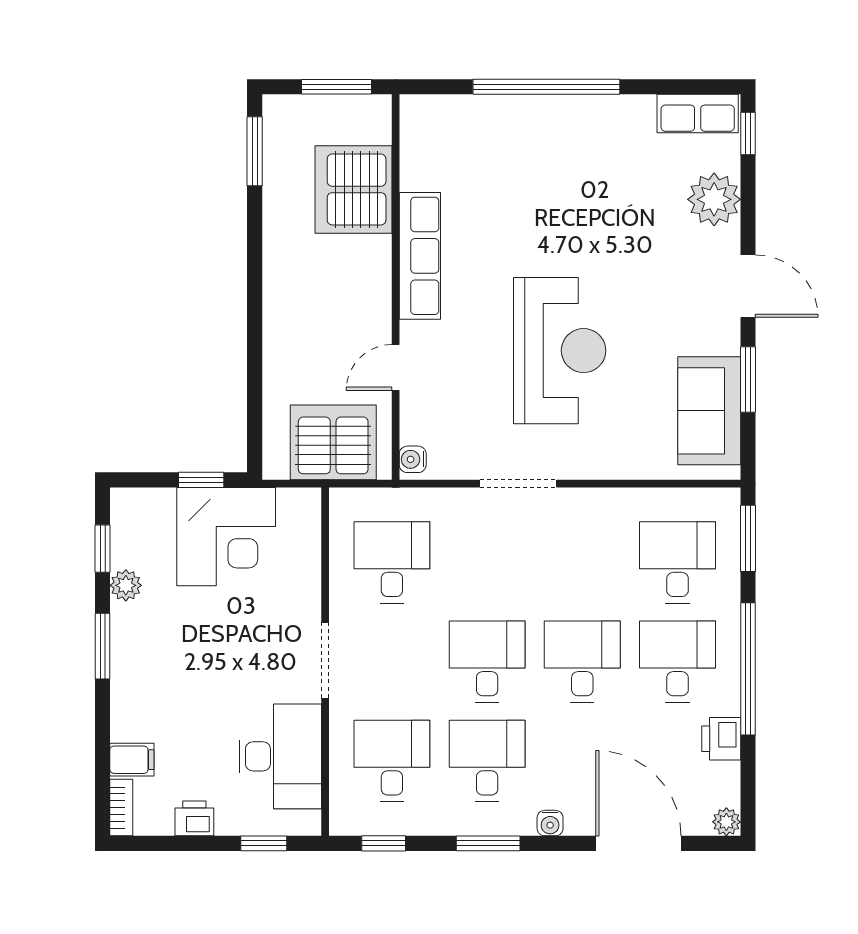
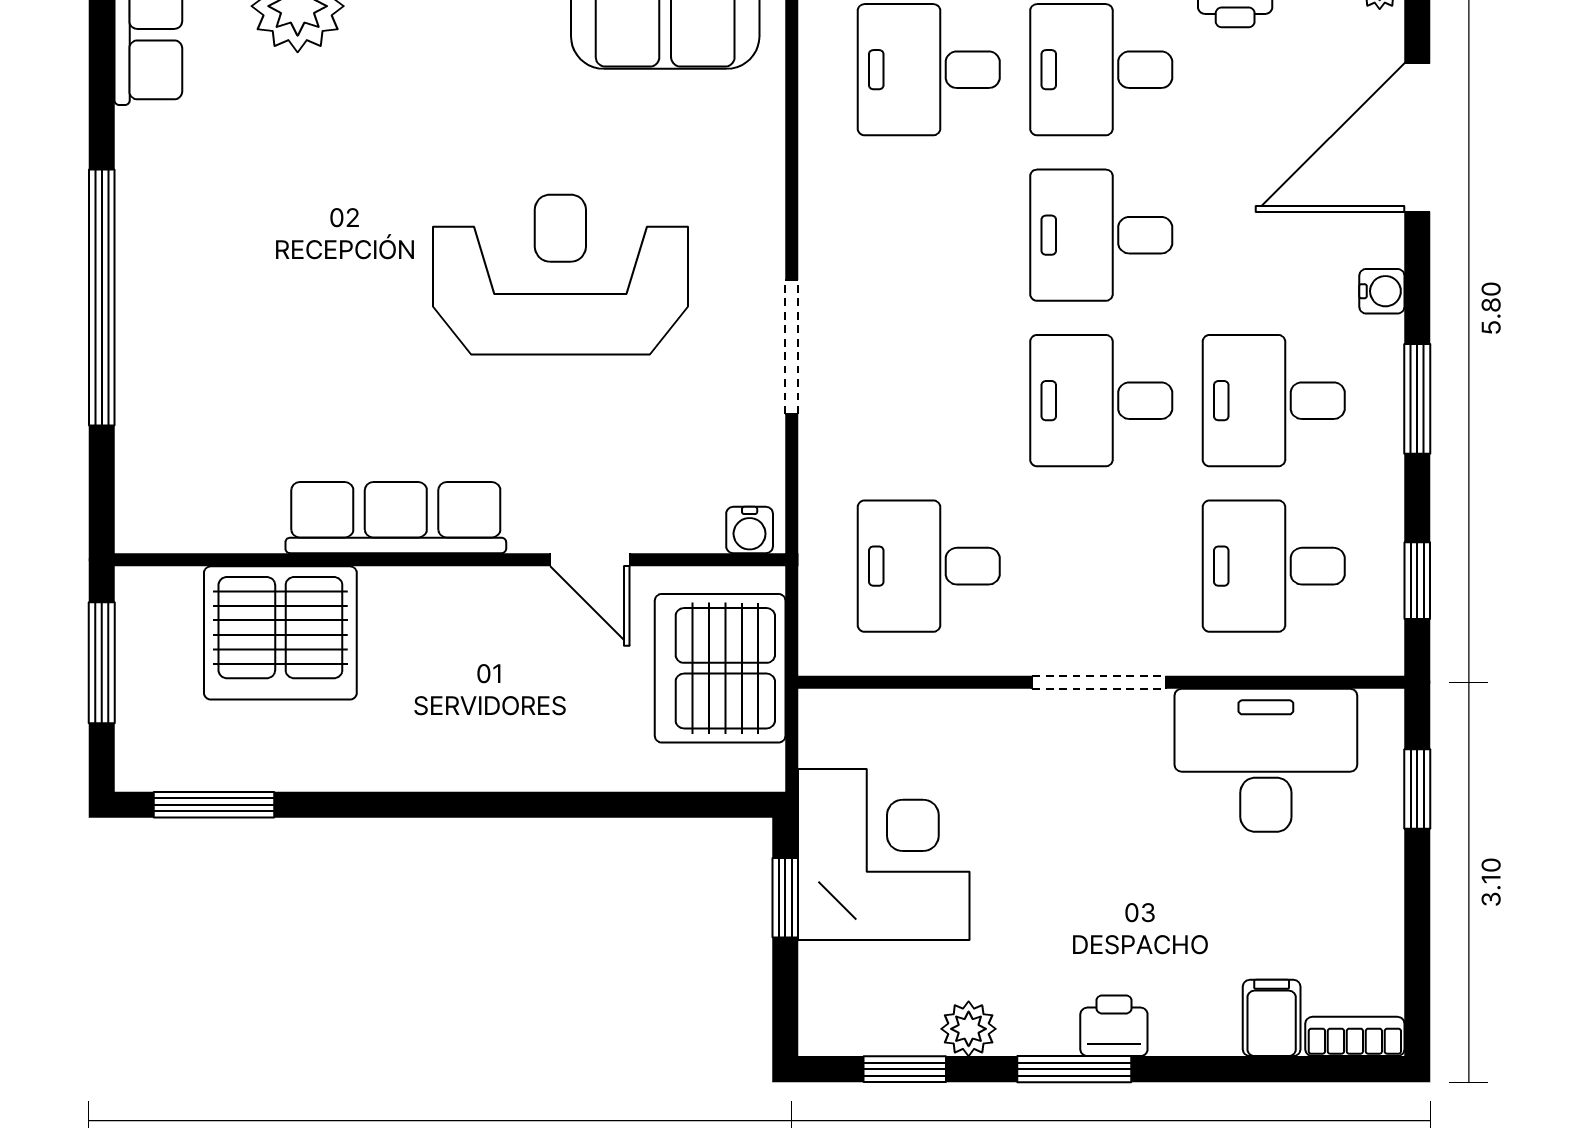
printer: (194, 818) -> (1114, 1026), moved, turned 90

